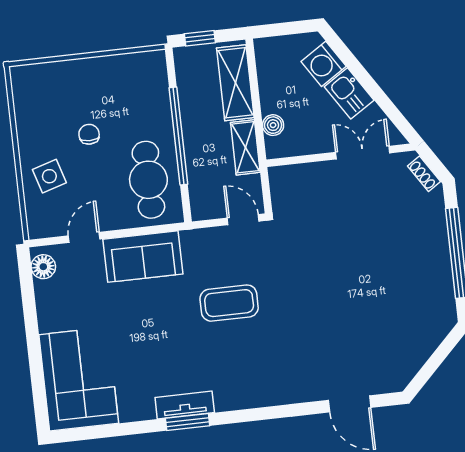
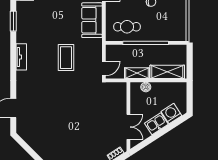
window: (200, 38) -> (190, 58), removed
cafe table: (148, 180) -> (127, 27), width x0.73, depth x0.74
tv unit: (185, 405) -> (21, 57), moved
window: (188, 422) -> (13, 21), moved

